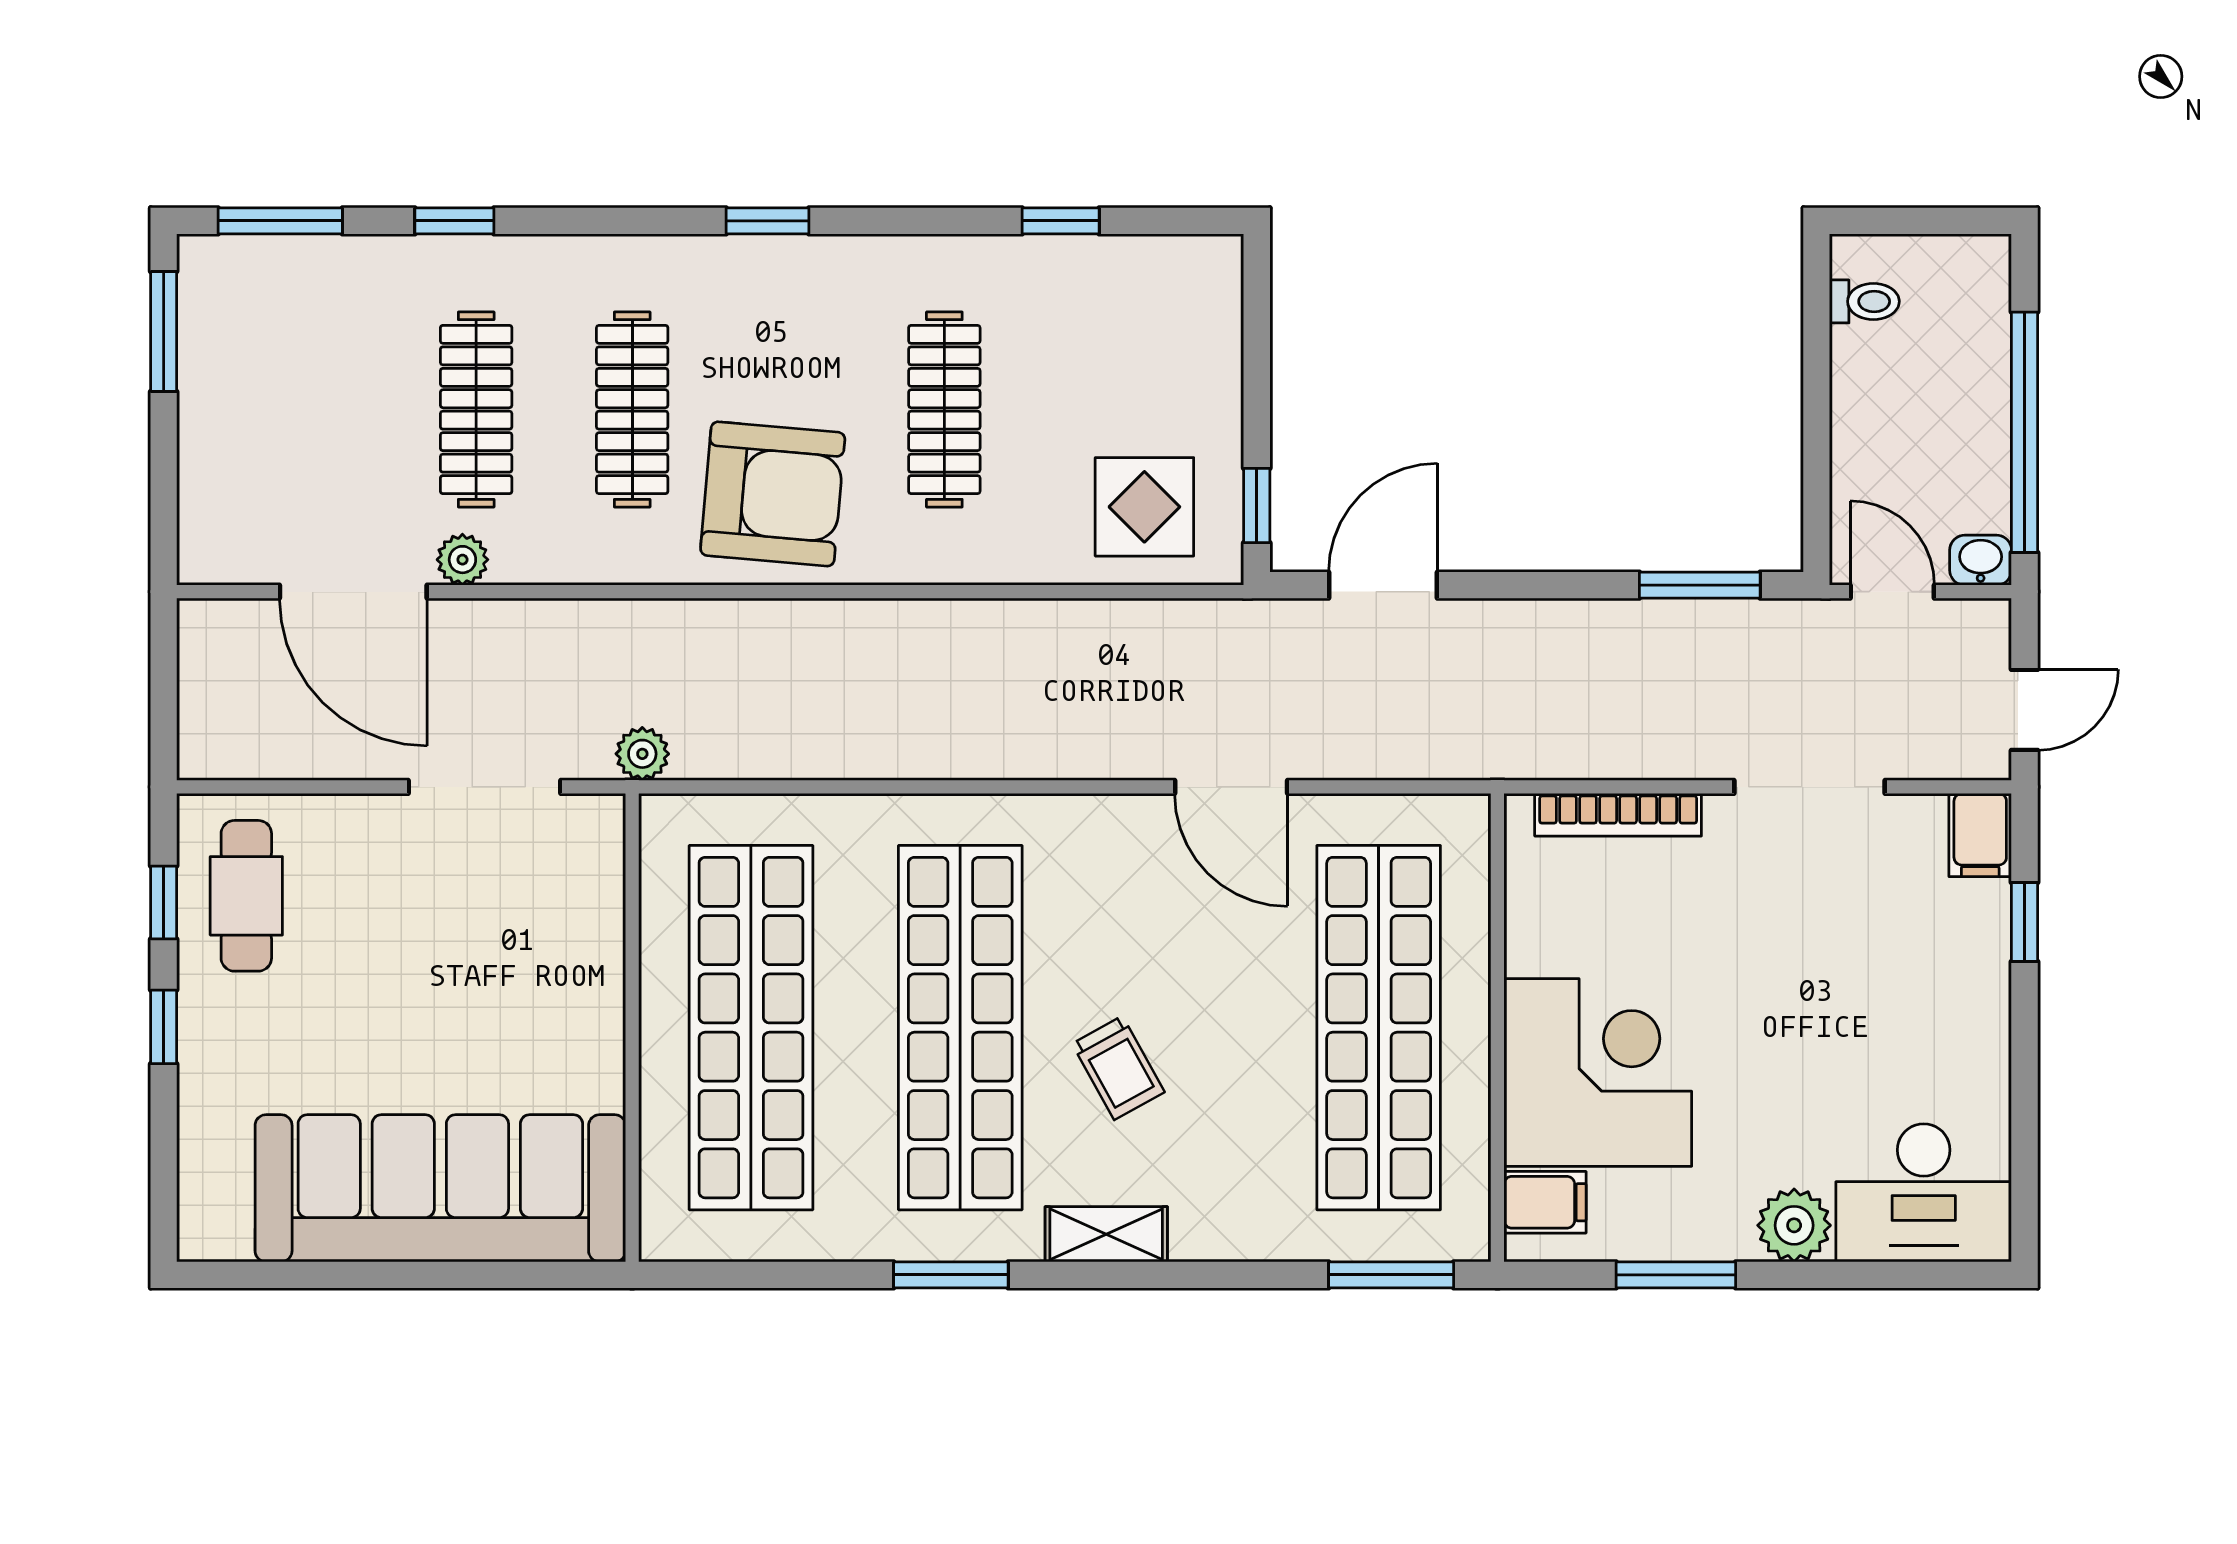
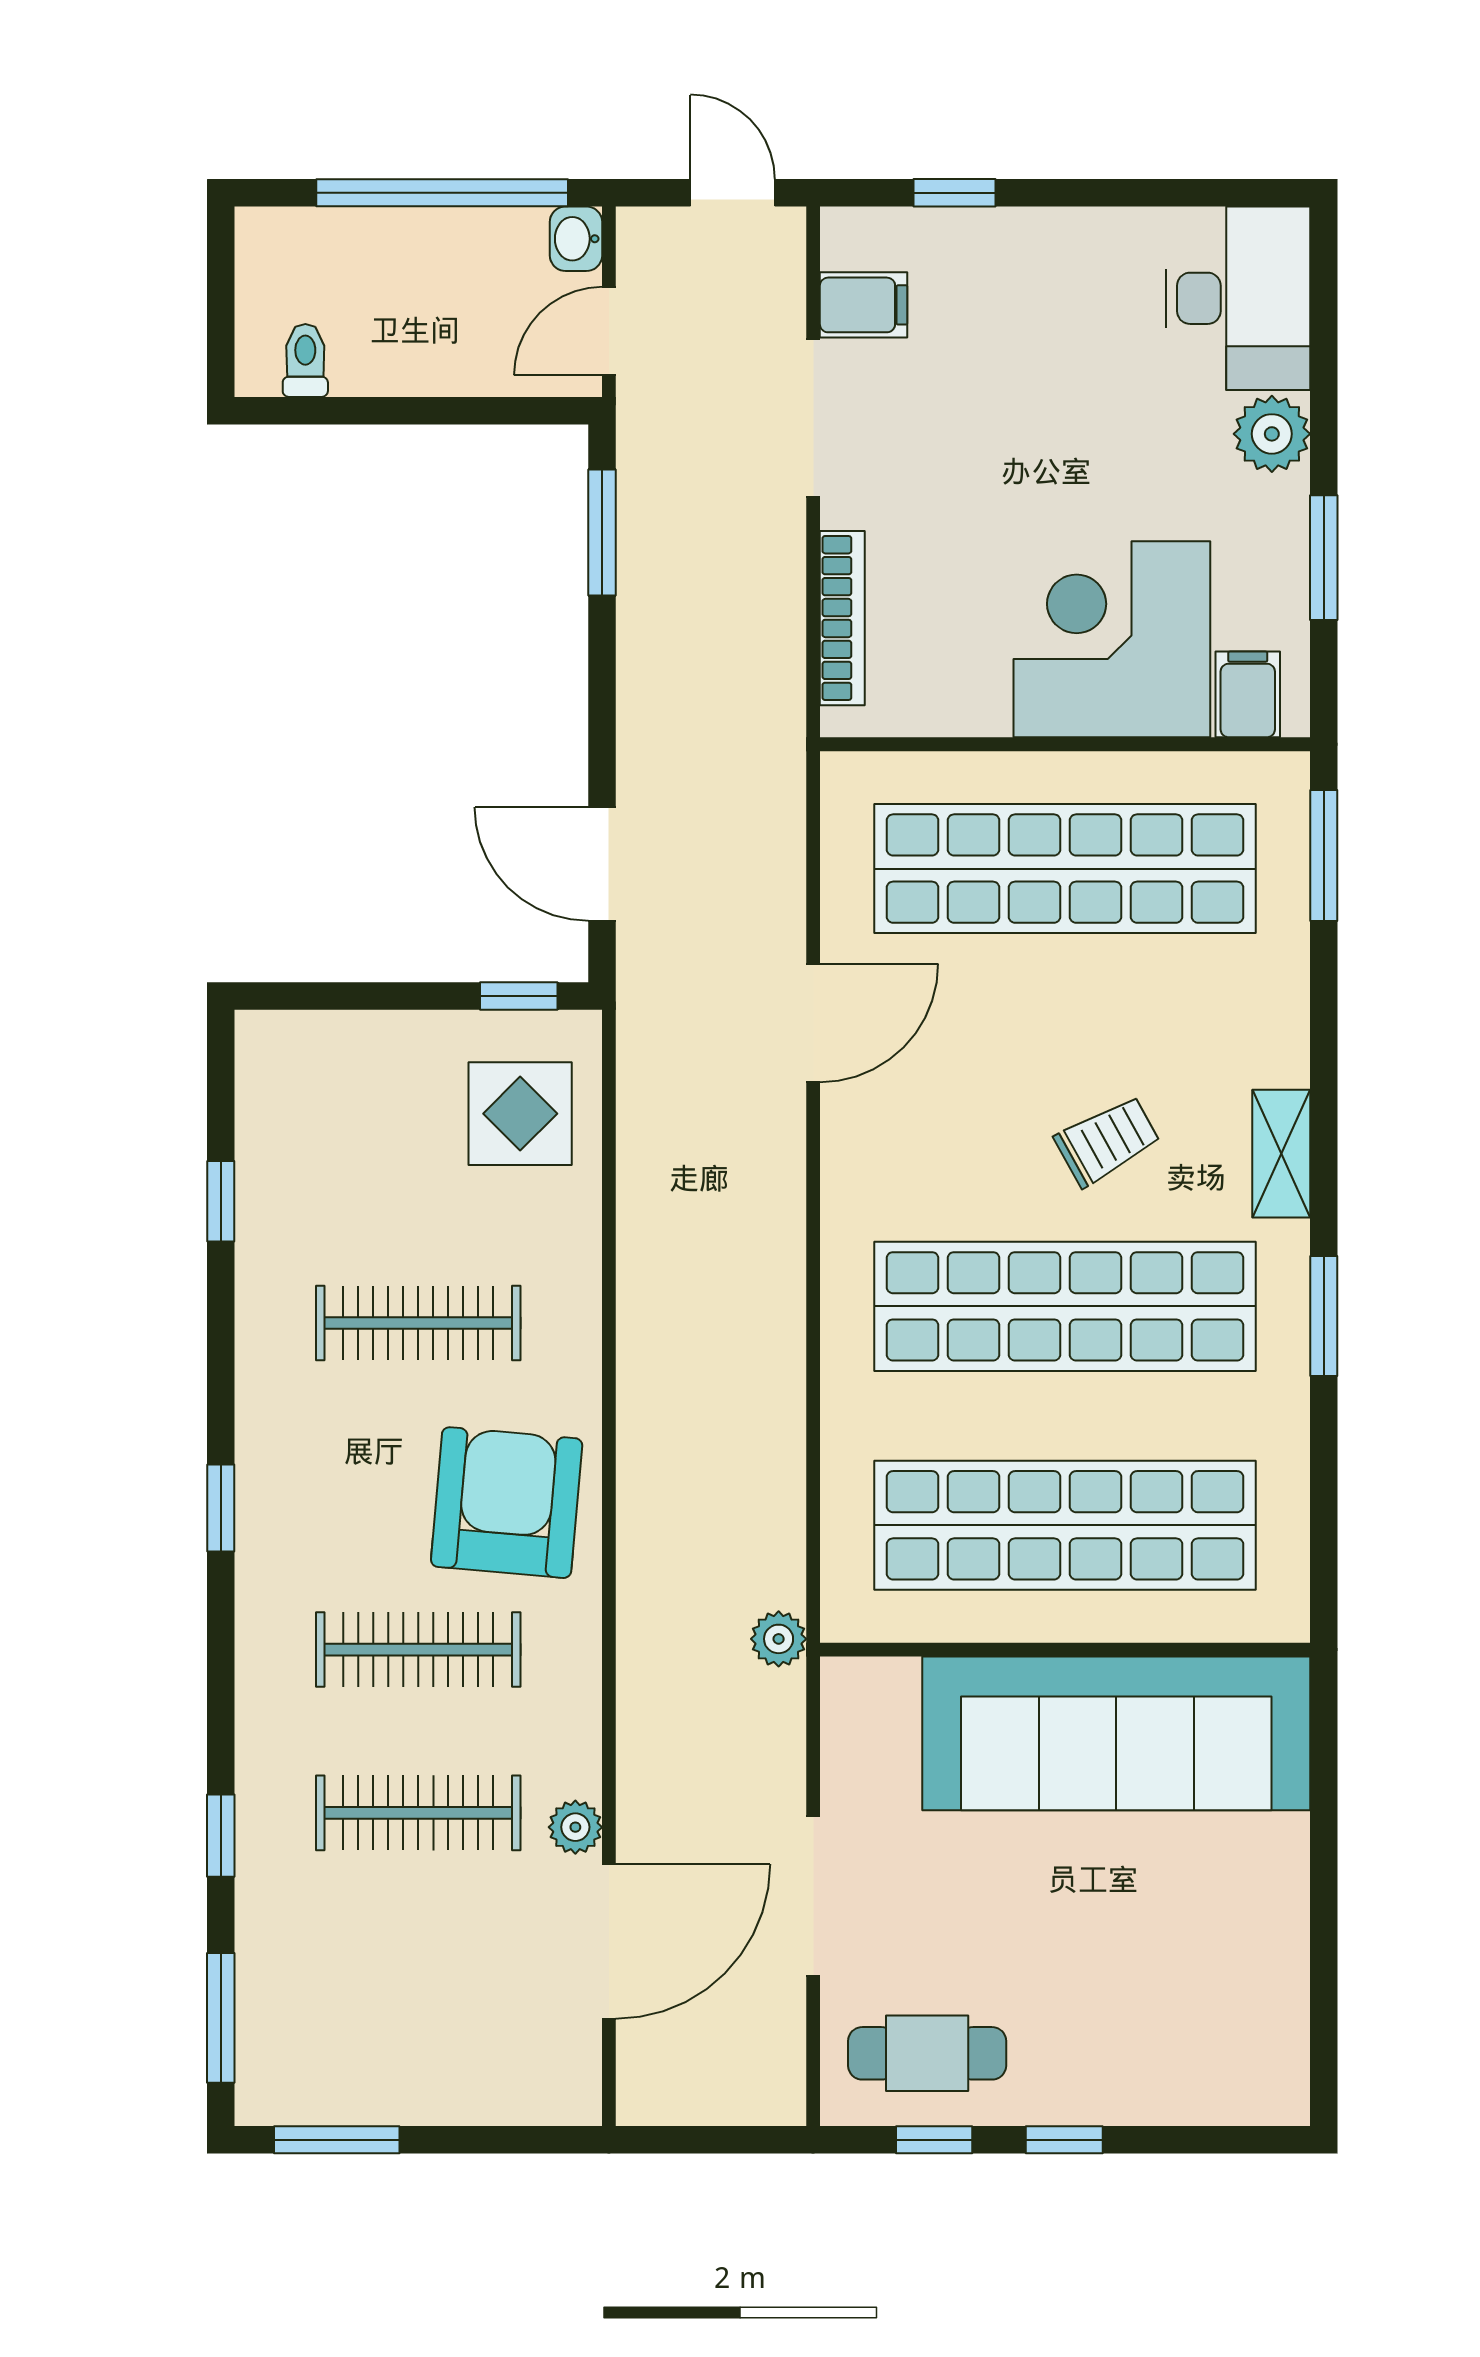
doorway: (485, 787) -> (813, 1896), moved
filing cabinet: (1980, 835) -> (864, 305), moved
sofa: (440, 1188) -> (1116, 1733), moved, turned -90

